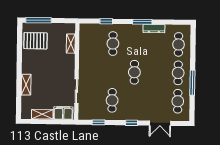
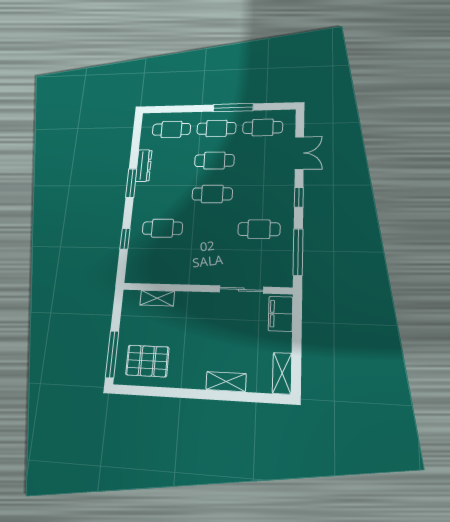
pallet: (35, 41) -> (147, 361), turned 90
cafe table: (156, 73) -> (214, 161), added
shelving: (42, 114) -> (282, 373), moved
window: (99, 122) -> (298, 252), width x2.17

